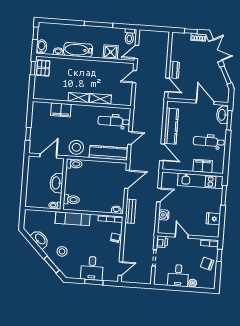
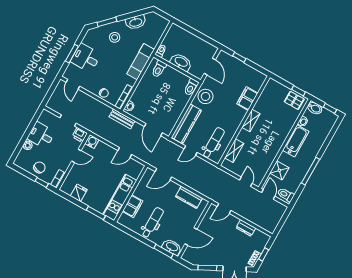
dresser: (174, 70) -> (246, 228), moved
shelving: (100, 99) -> (234, 151), moved
kitchen counter: (171, 126) -> (189, 197), width x0.67
door: (130, 138) -> (191, 151), hinge flipped
door: (159, 195) -> (125, 153), hinge flipped
water cooler: (164, 215) -> (92, 142), moved

